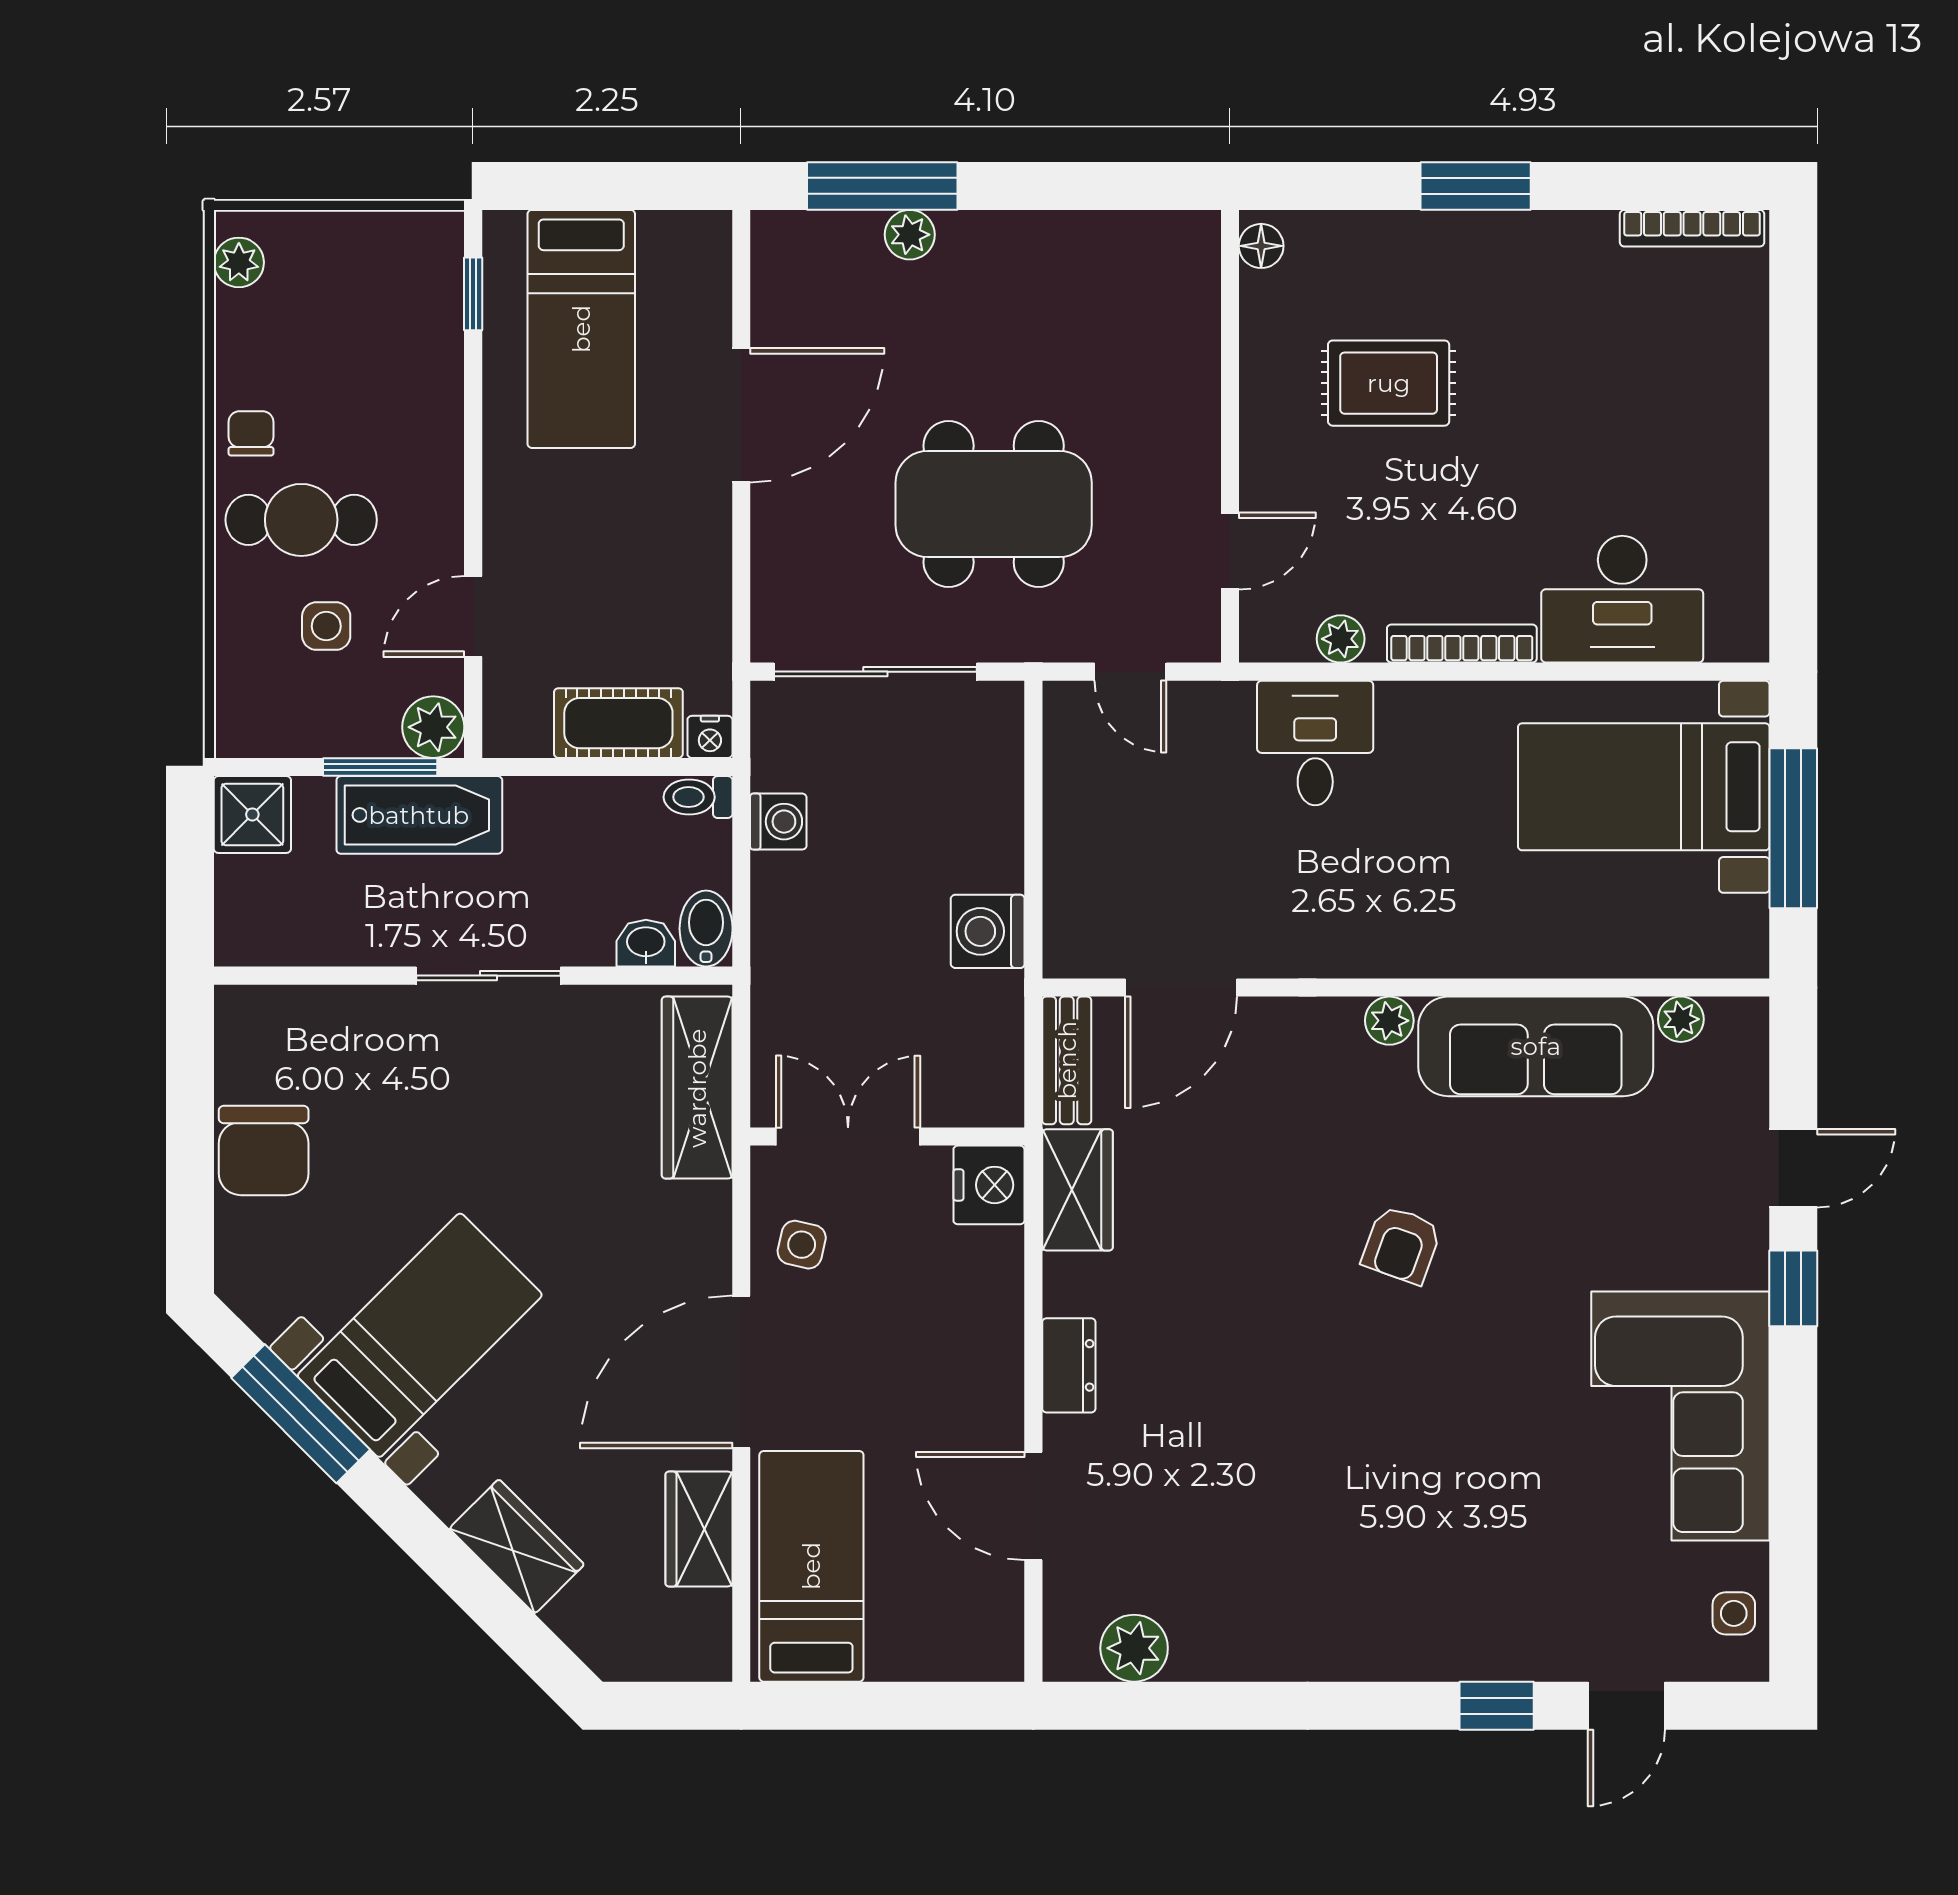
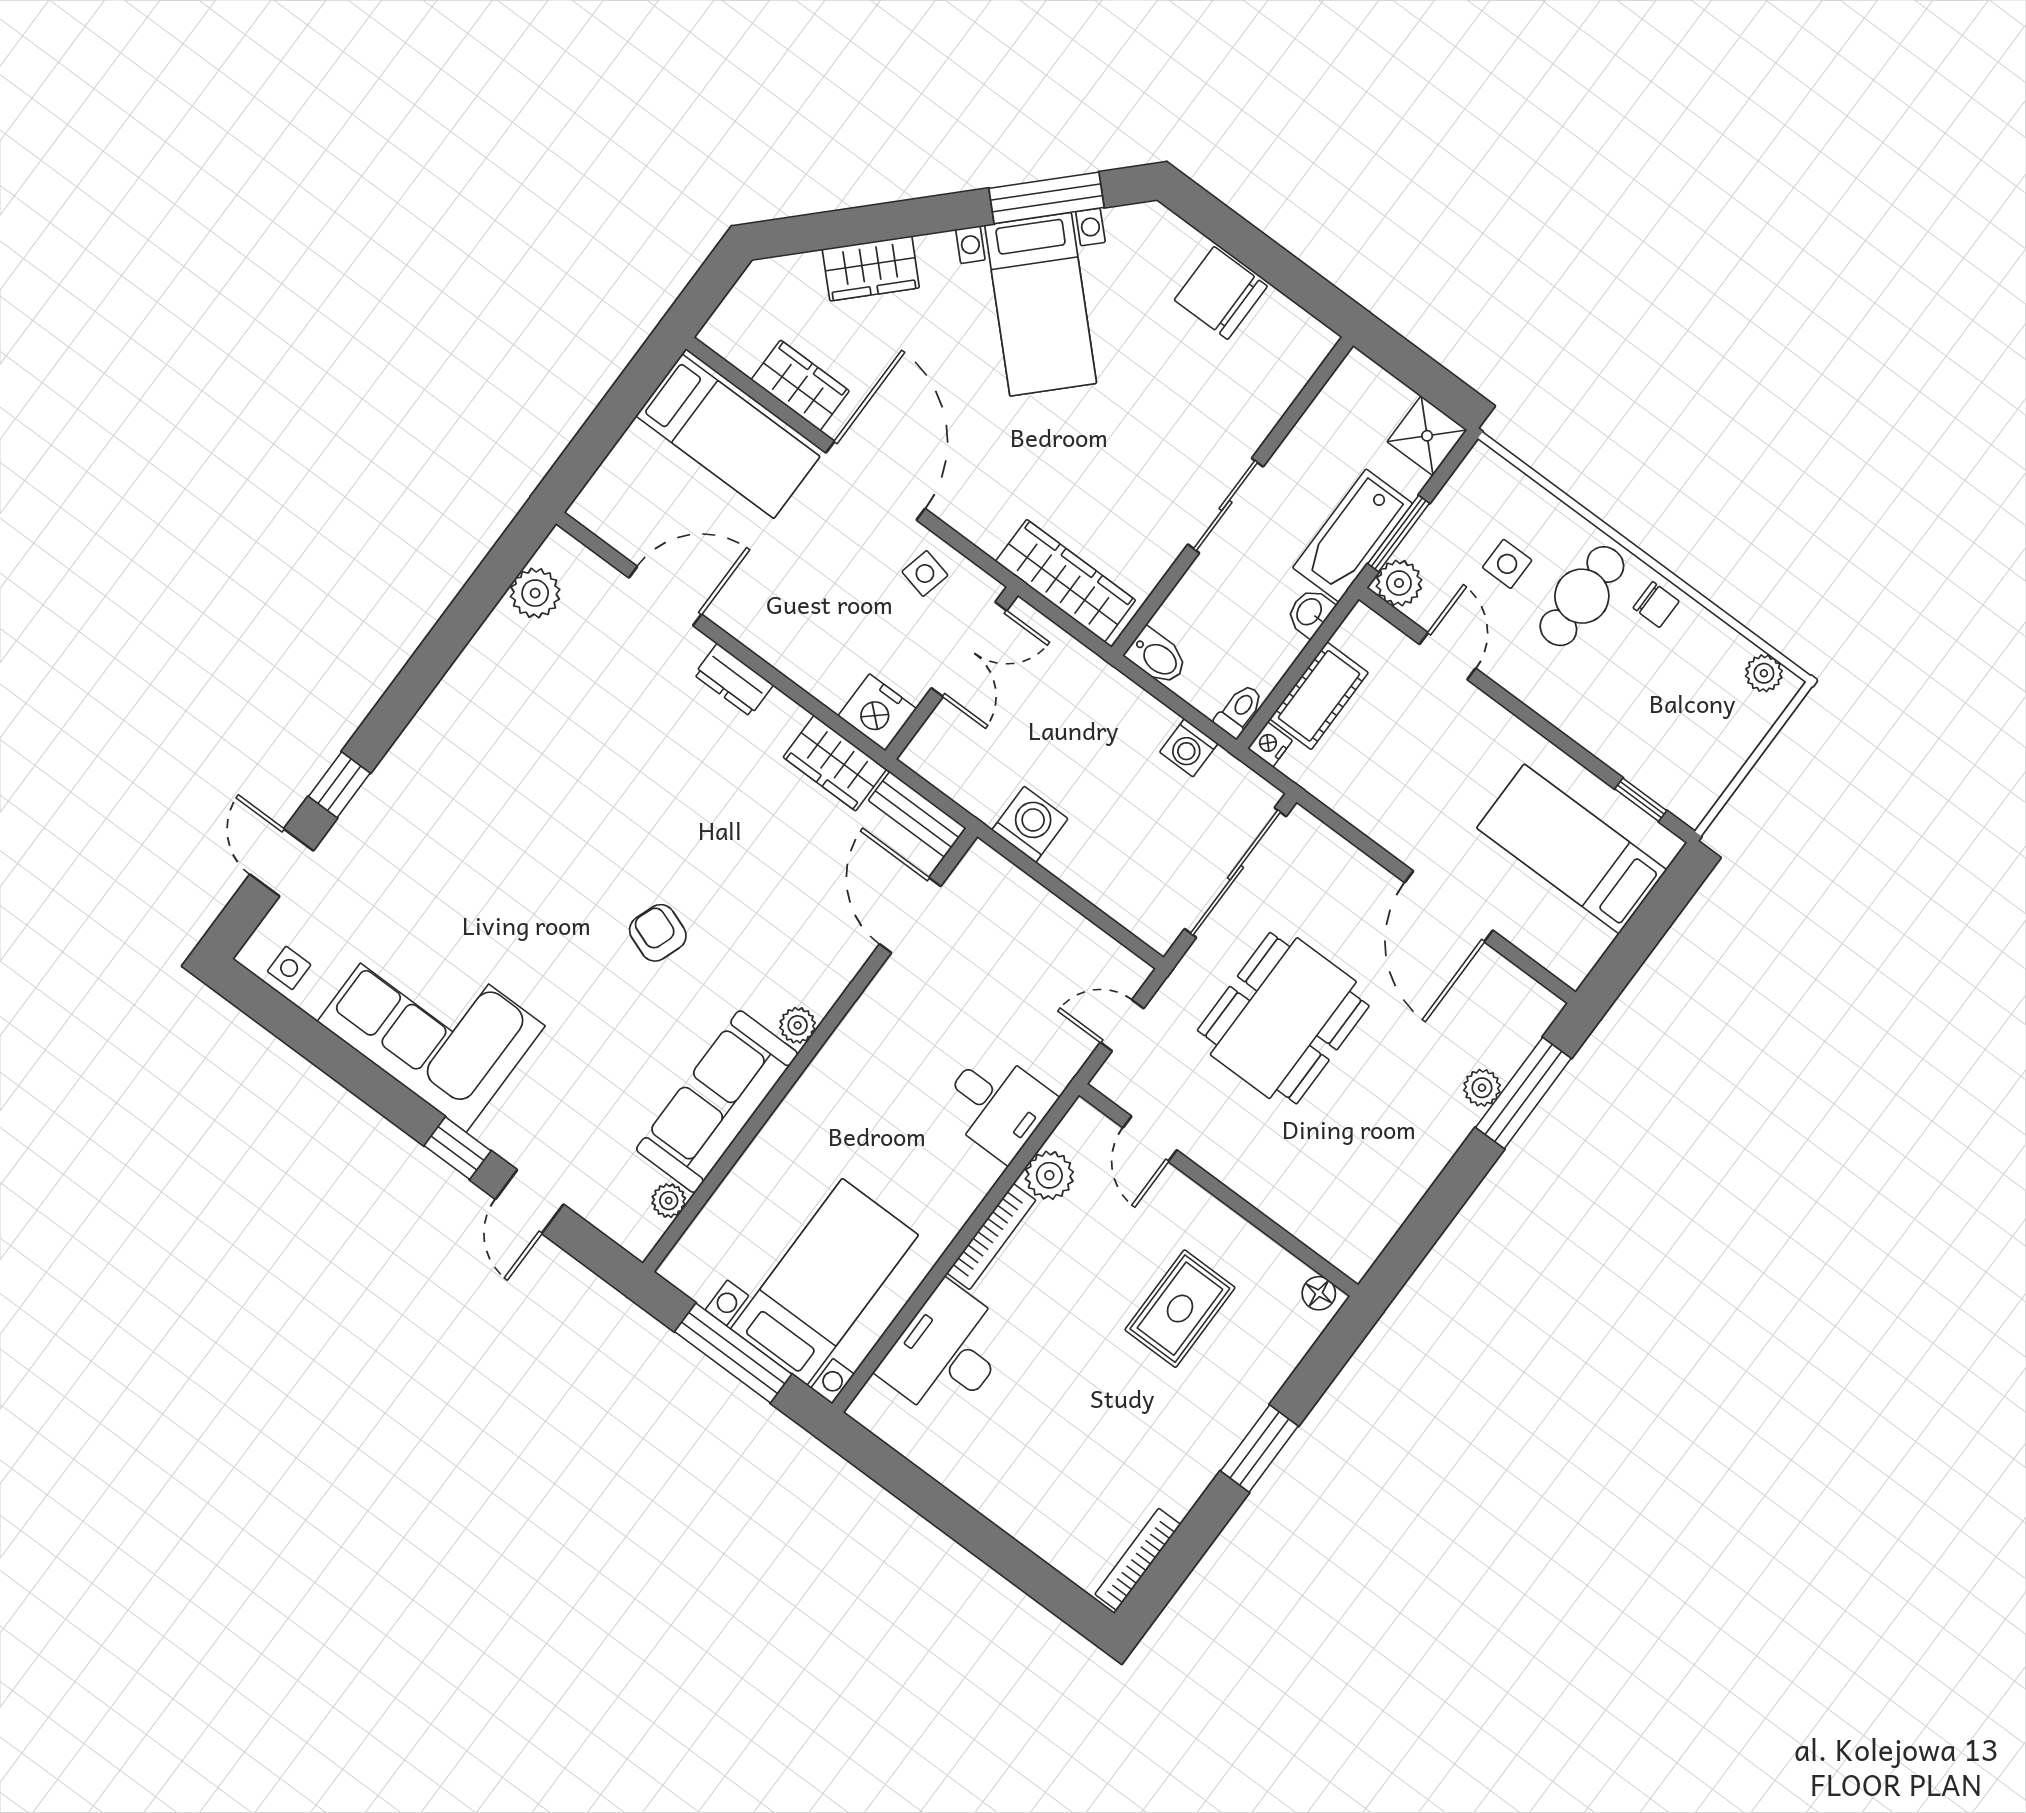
plant: (1341, 639) -> (1049, 1175), width x1.38, depth x1.38
washbasin: (646, 943) -> (1310, 612), moved, turned 180

